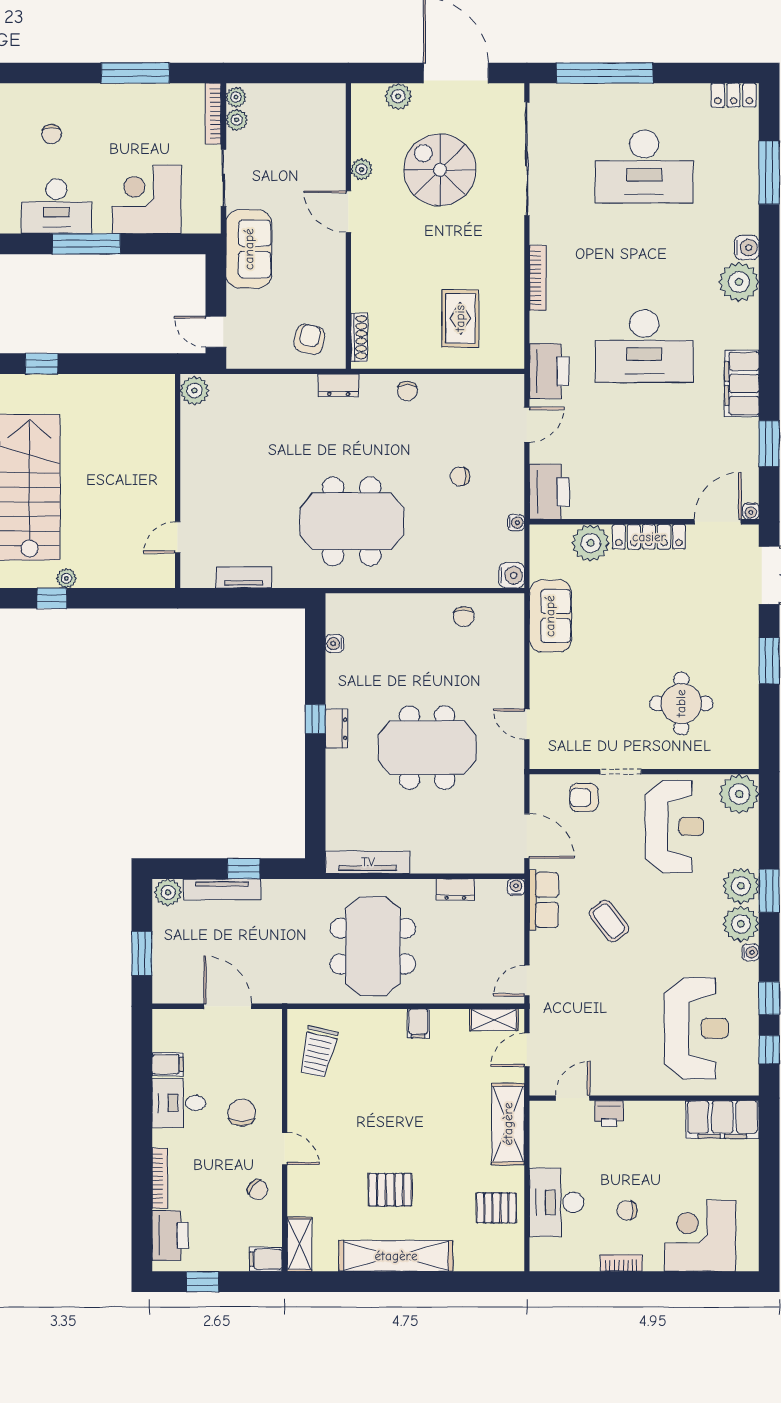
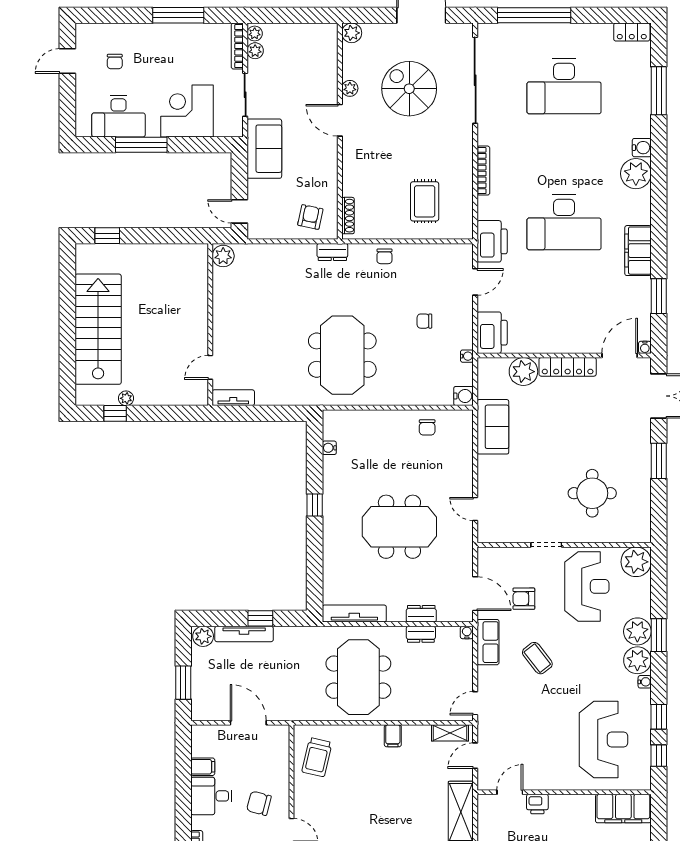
plant: (398, 96) -> (352, 33), moved
meeting table: (352, 521) -> (342, 355), turned 90
tv unit: (244, 577) -> (233, 398), moved
dresser: (337, 729) -> (421, 614), moved, turned -90
armchair: (584, 797) -> (524, 599), moved
chair: (242, 1113) -> (259, 803), turned -75

